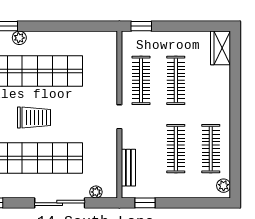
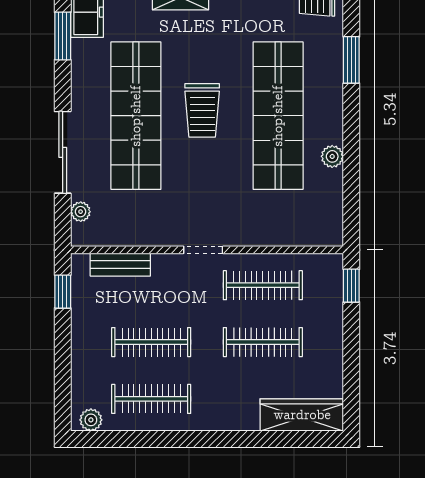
plant: (19, 38) -> (332, 156), moved
wardrobe: (221, 48) -> (302, 415), width x1.50

